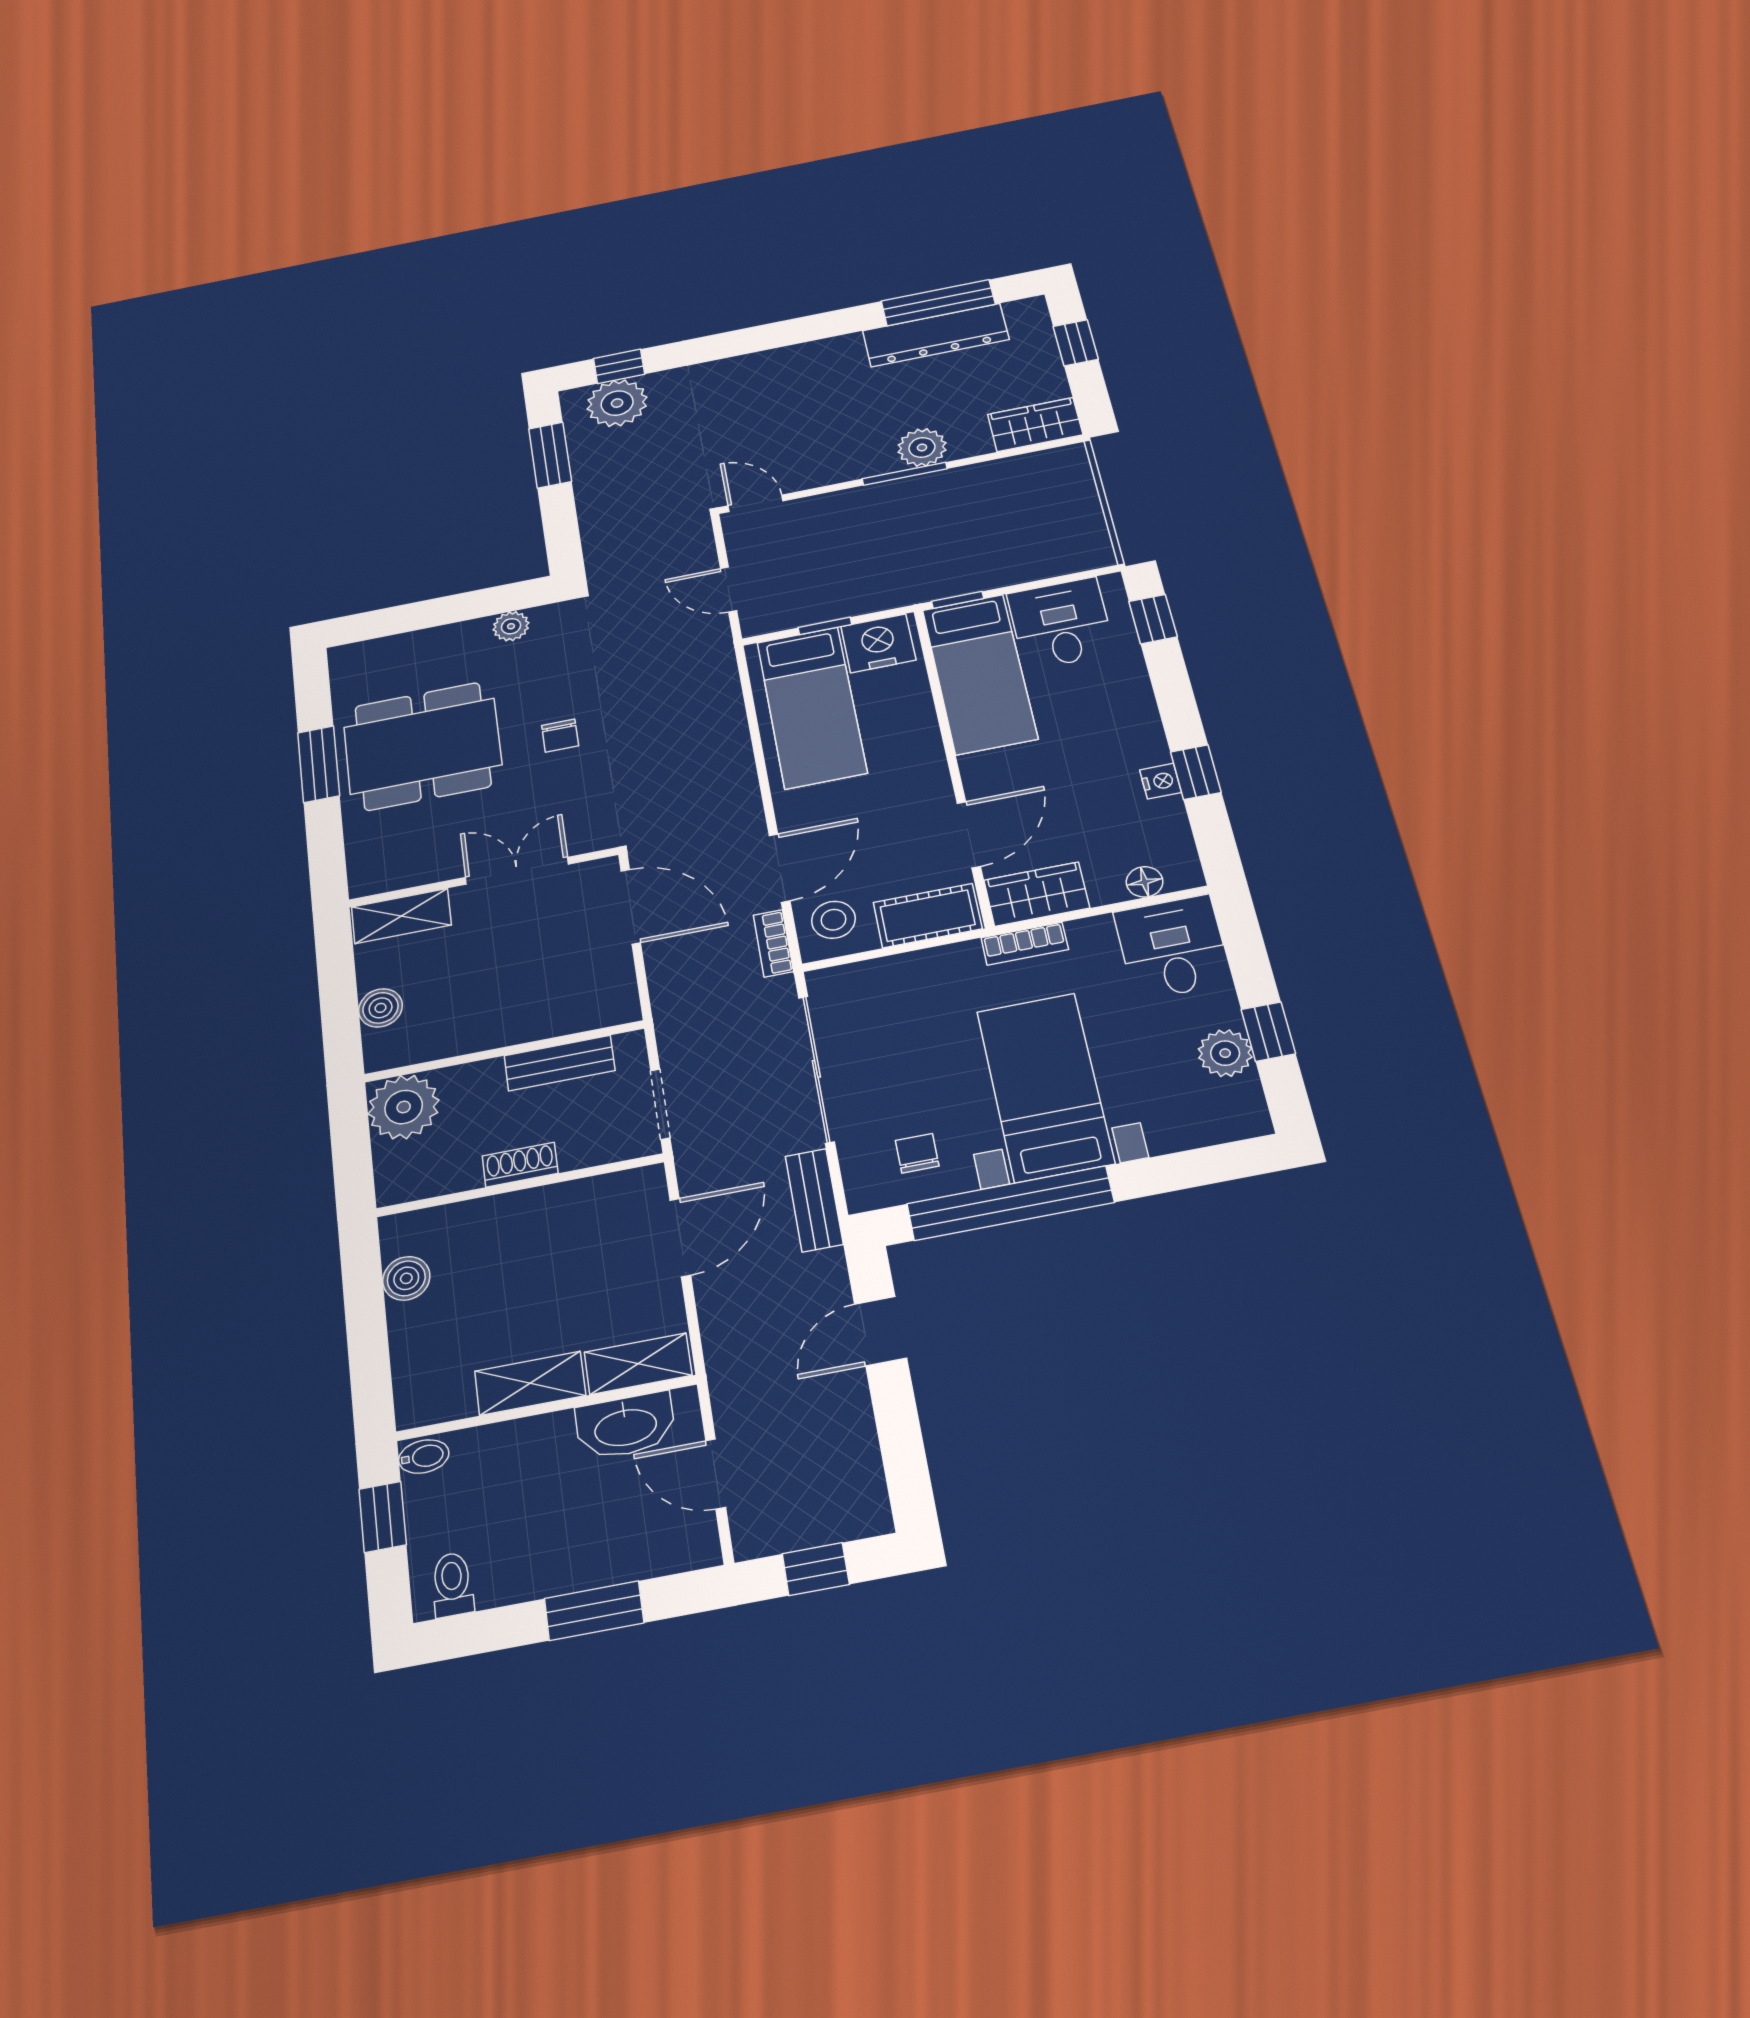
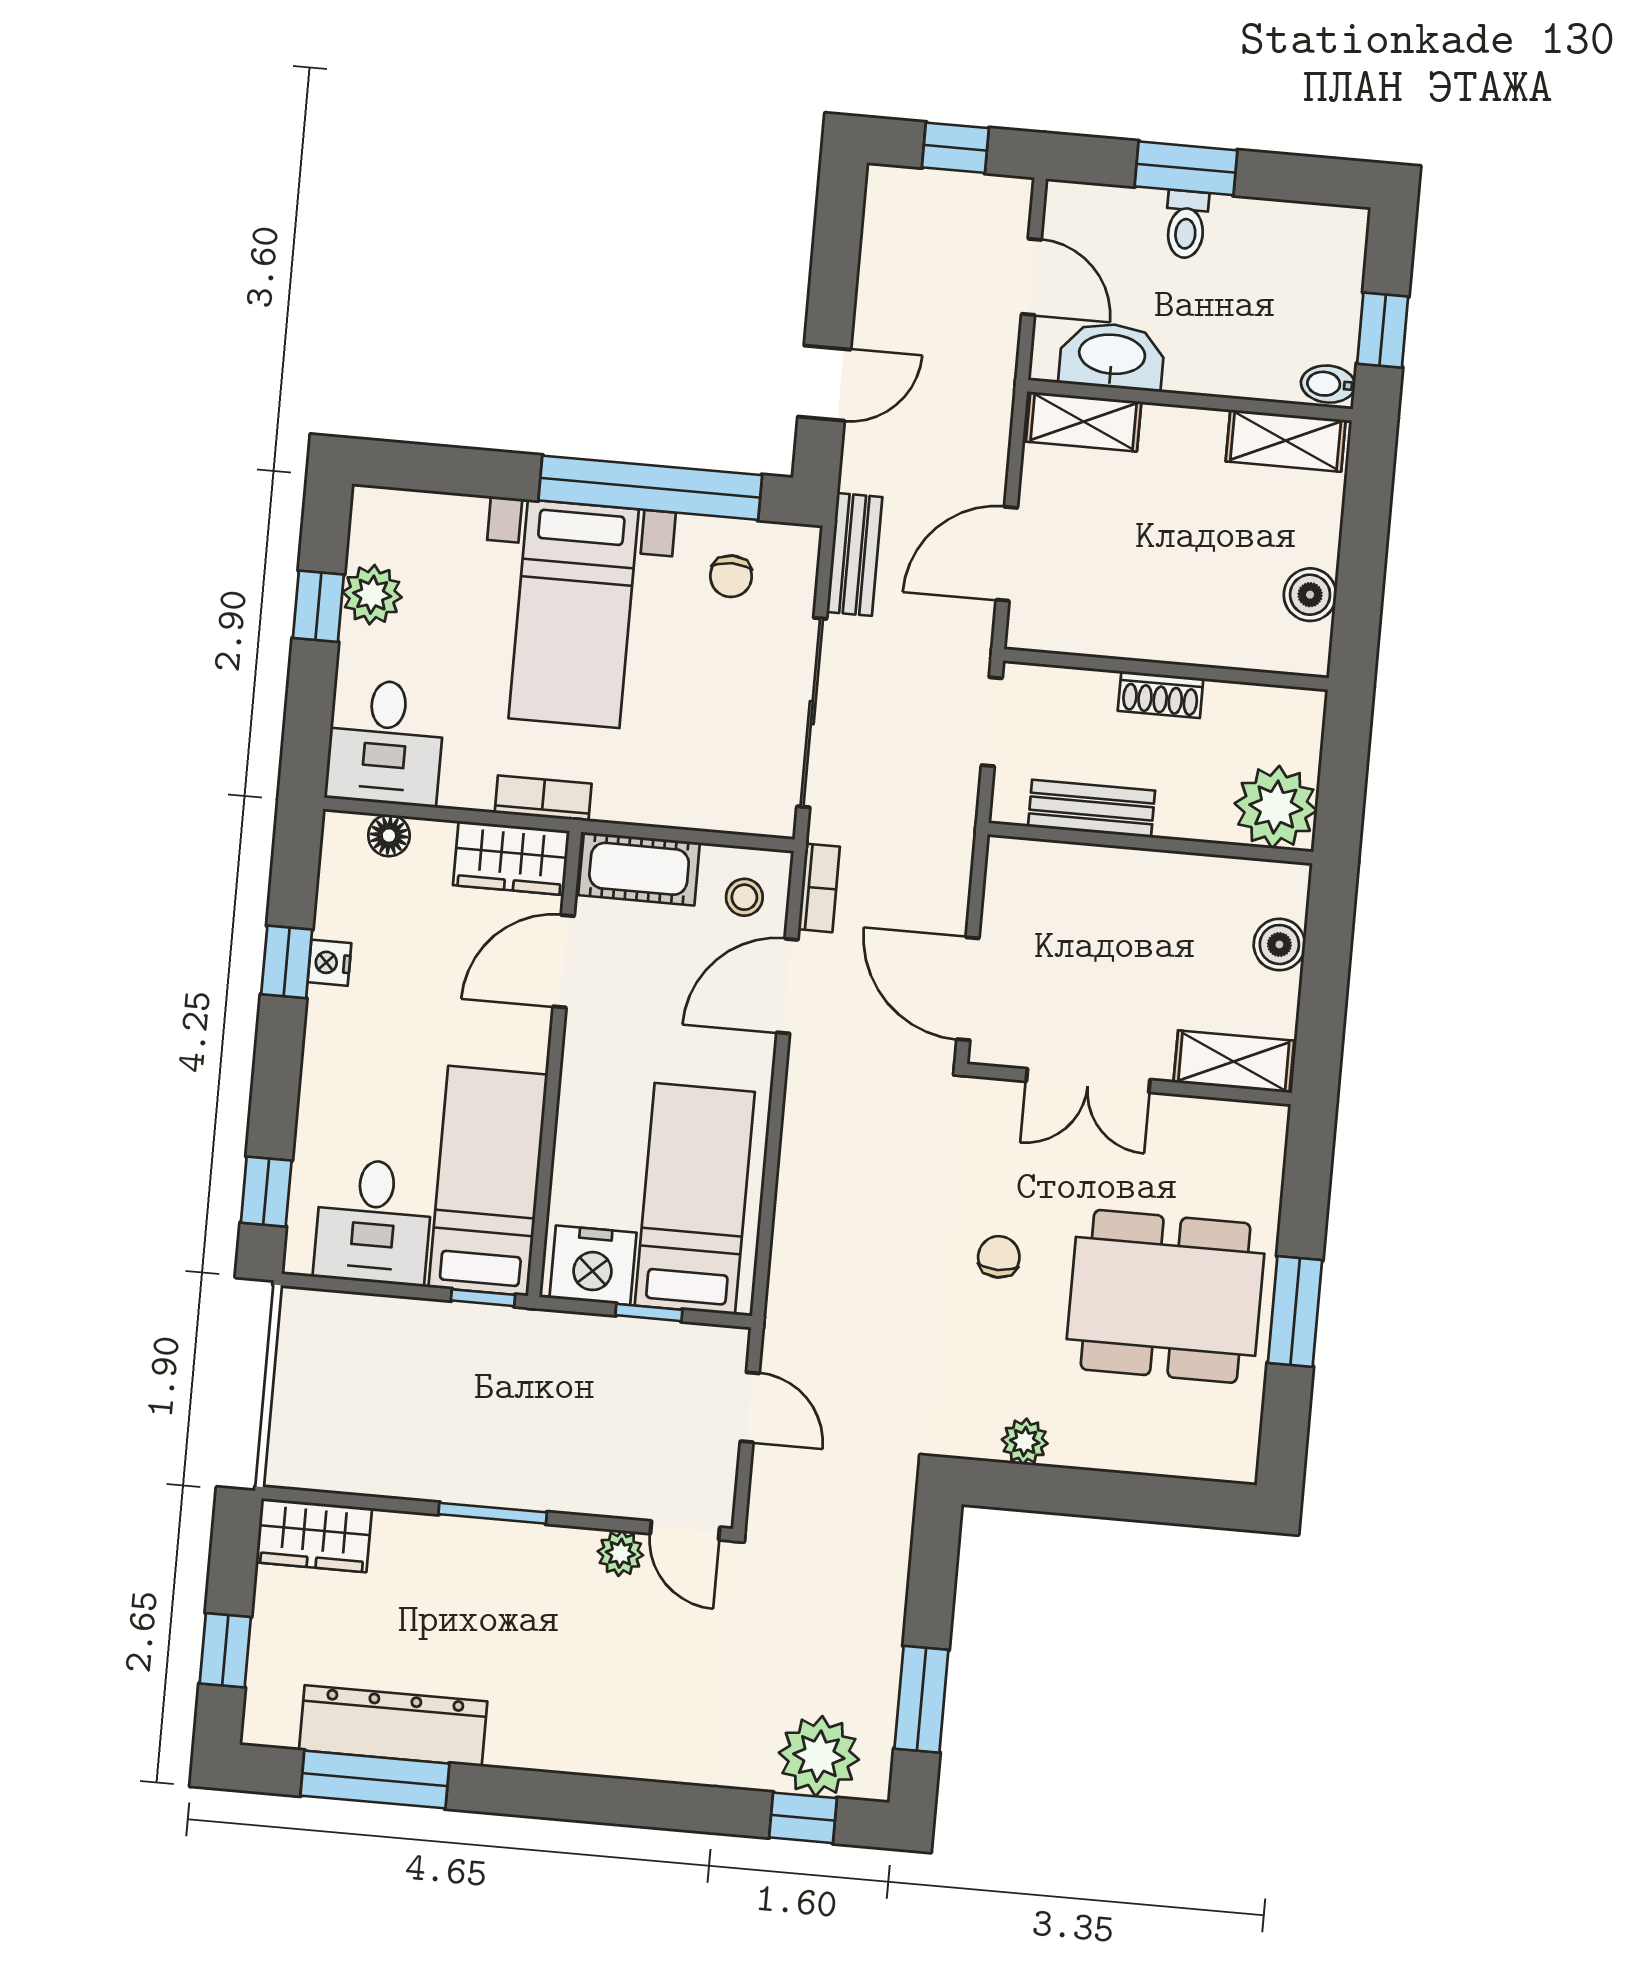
plant: (922, 448) -> (620, 1553), moved, width x0.73, depth x0.73
stool: (834, 920) -> (744, 897), width x0.73, depth x0.73
shelving: (530, 1383) -> (1286, 441), moved
toilet: (452, 1584) -> (1186, 224), moved

